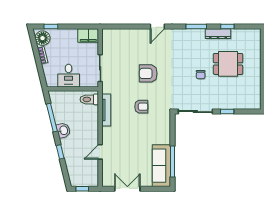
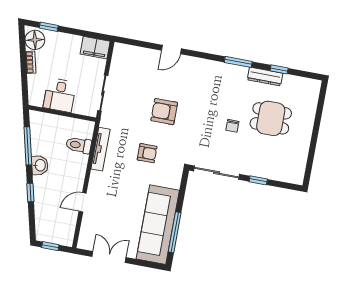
door: (157, 27) -> (171, 50), moved
toilet: (89, 99) -> (79, 145), moved
sofa: (161, 166) -> (158, 225), width x1.36, depth x1.27

